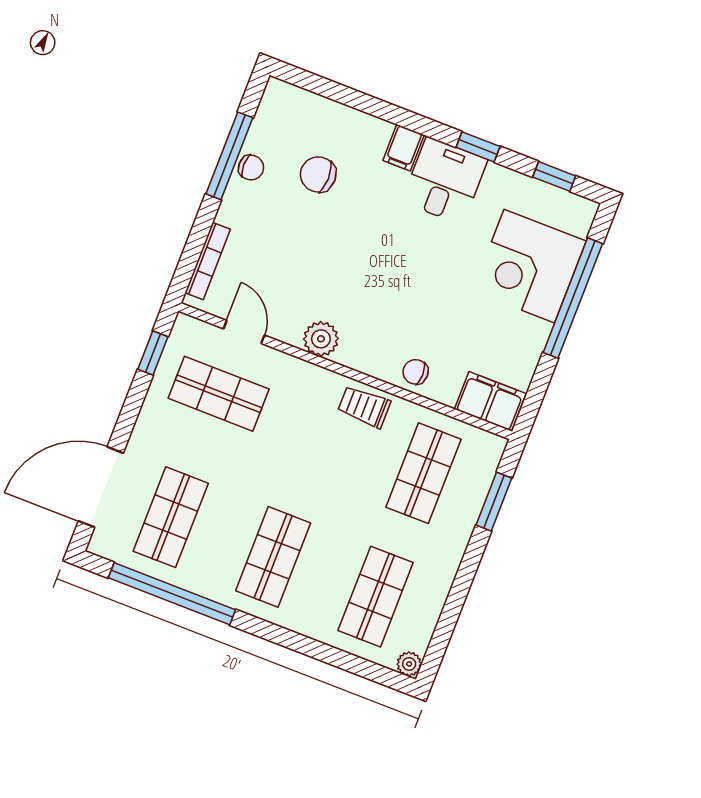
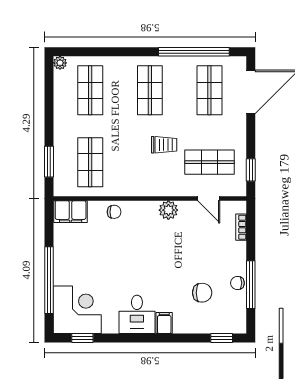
window: (478, 147) -> (222, 338), moved
bookcase: (208, 261) -> (241, 227), width x0.64
corner desk: (529, 266) -> (77, 310), moved
trolley: (364, 407) -> (164, 145), moved

